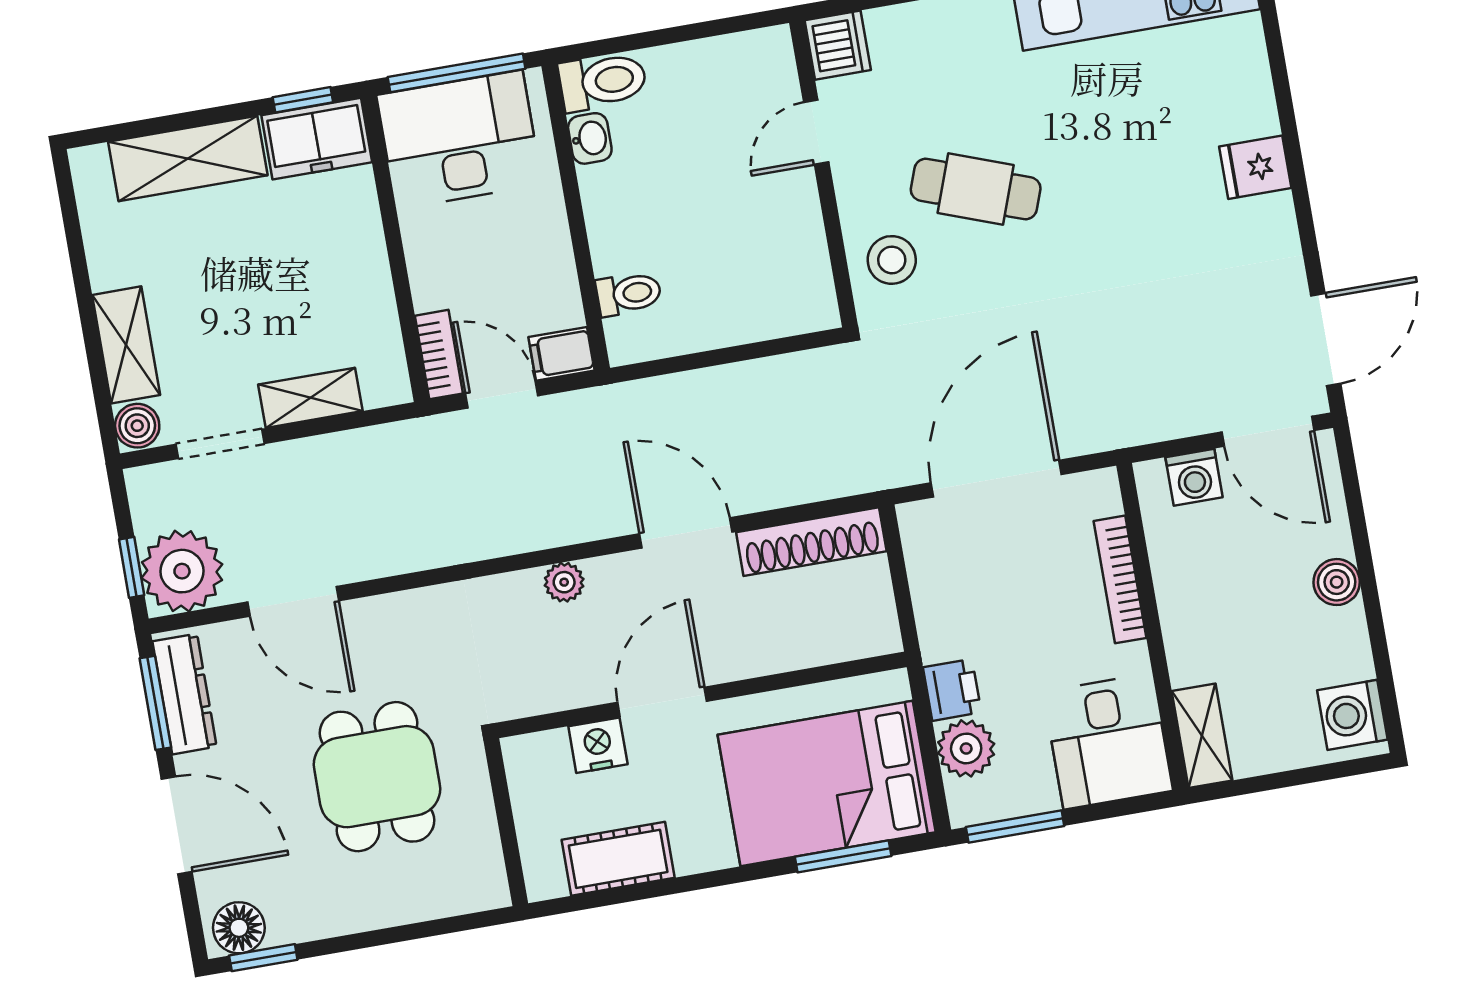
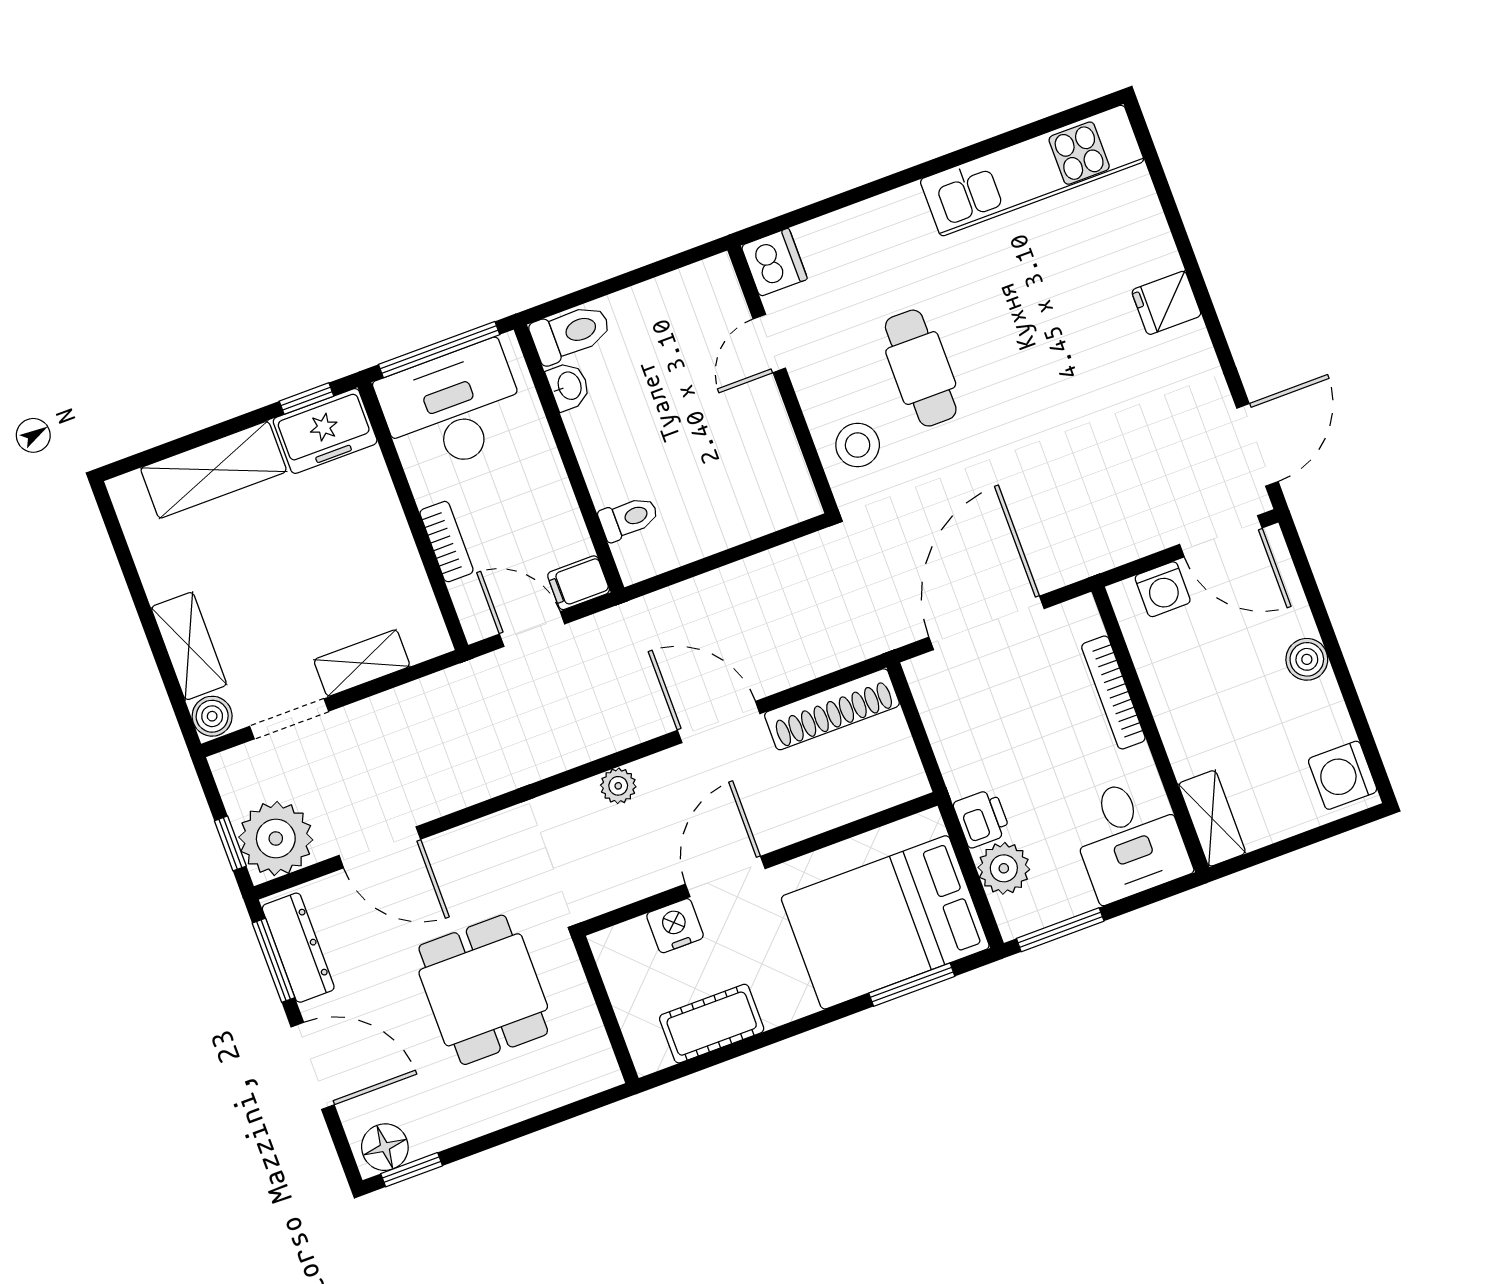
cafe table: (976, 189) -> (921, 368), turned 70
bookcase: (439, 355) -> (446, 542), moved

